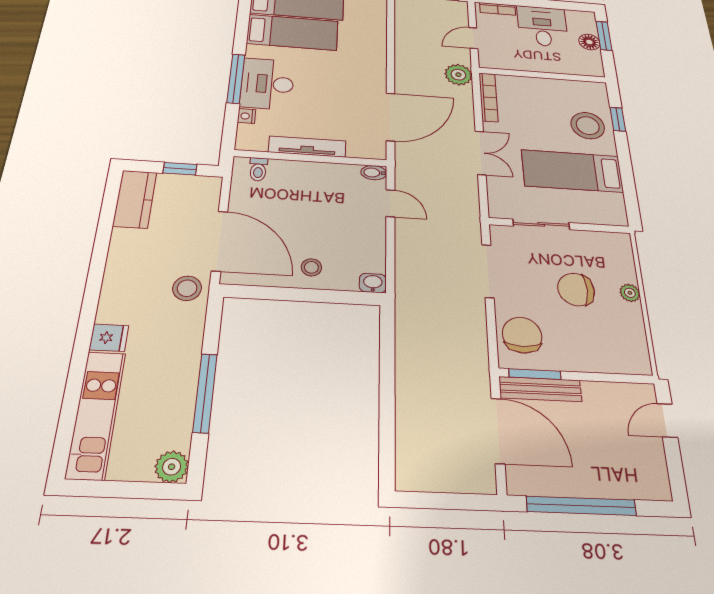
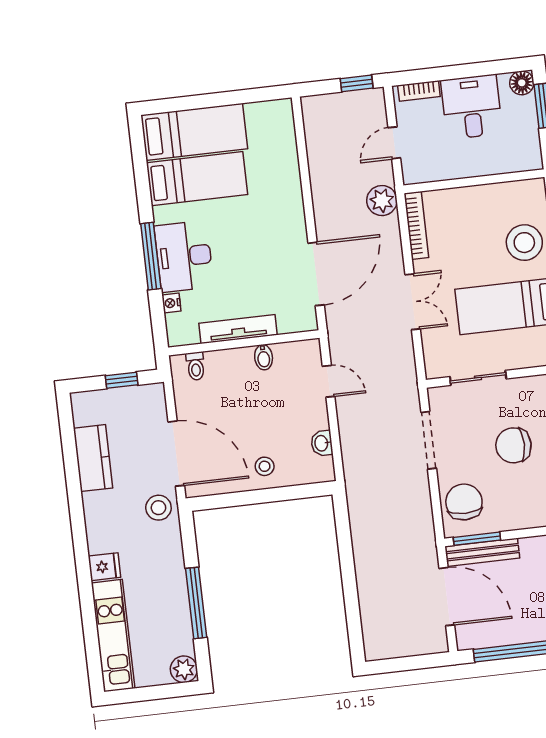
floor lamp: (589, 42) -> (522, 83), moved
bidet: (374, 173) -> (264, 357), moved, turned -90
kitchen counter: (135, 199) -> (93, 458), moved
washbasin: (373, 283) -> (322, 443), moved, turned -90

